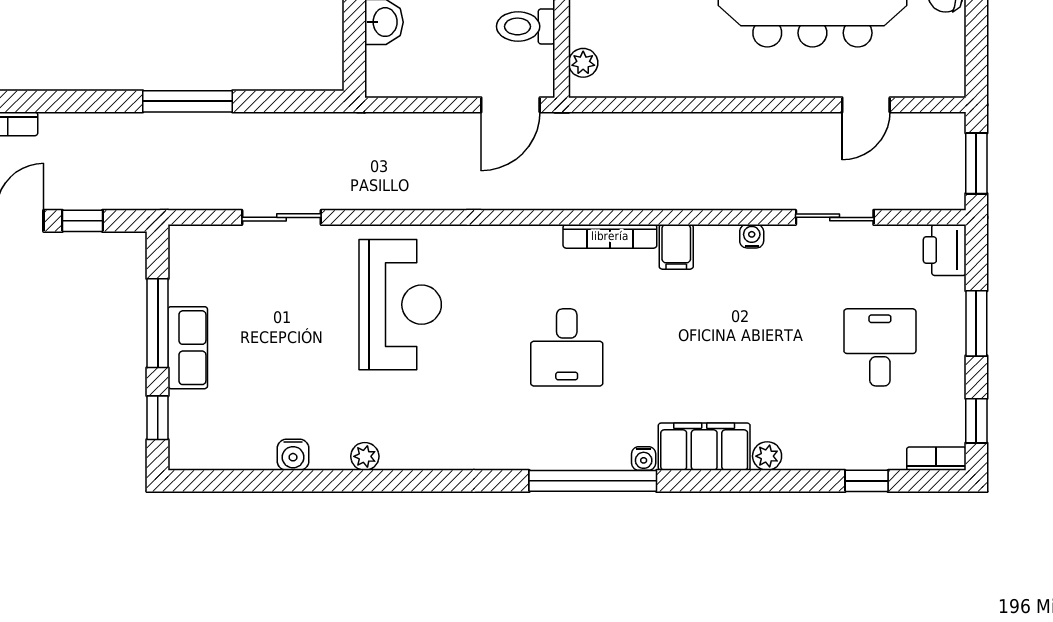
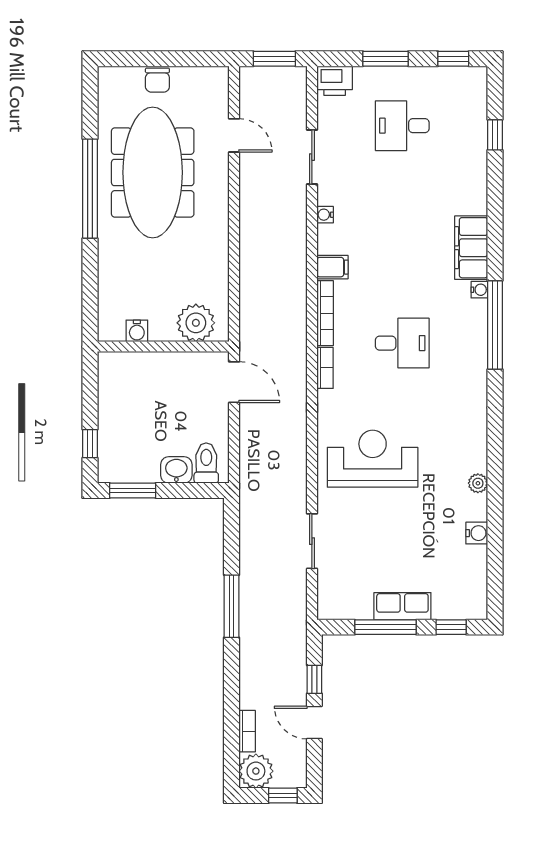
toilet: (526, 26) -> (206, 463), moved, turned 180
plant: (583, 63) -> (196, 323), width x1.87, depth x1.87
plant: (767, 456) -> (478, 204), removed
bookcase: (936, 459) -> (325, 368), moved, turned 180

